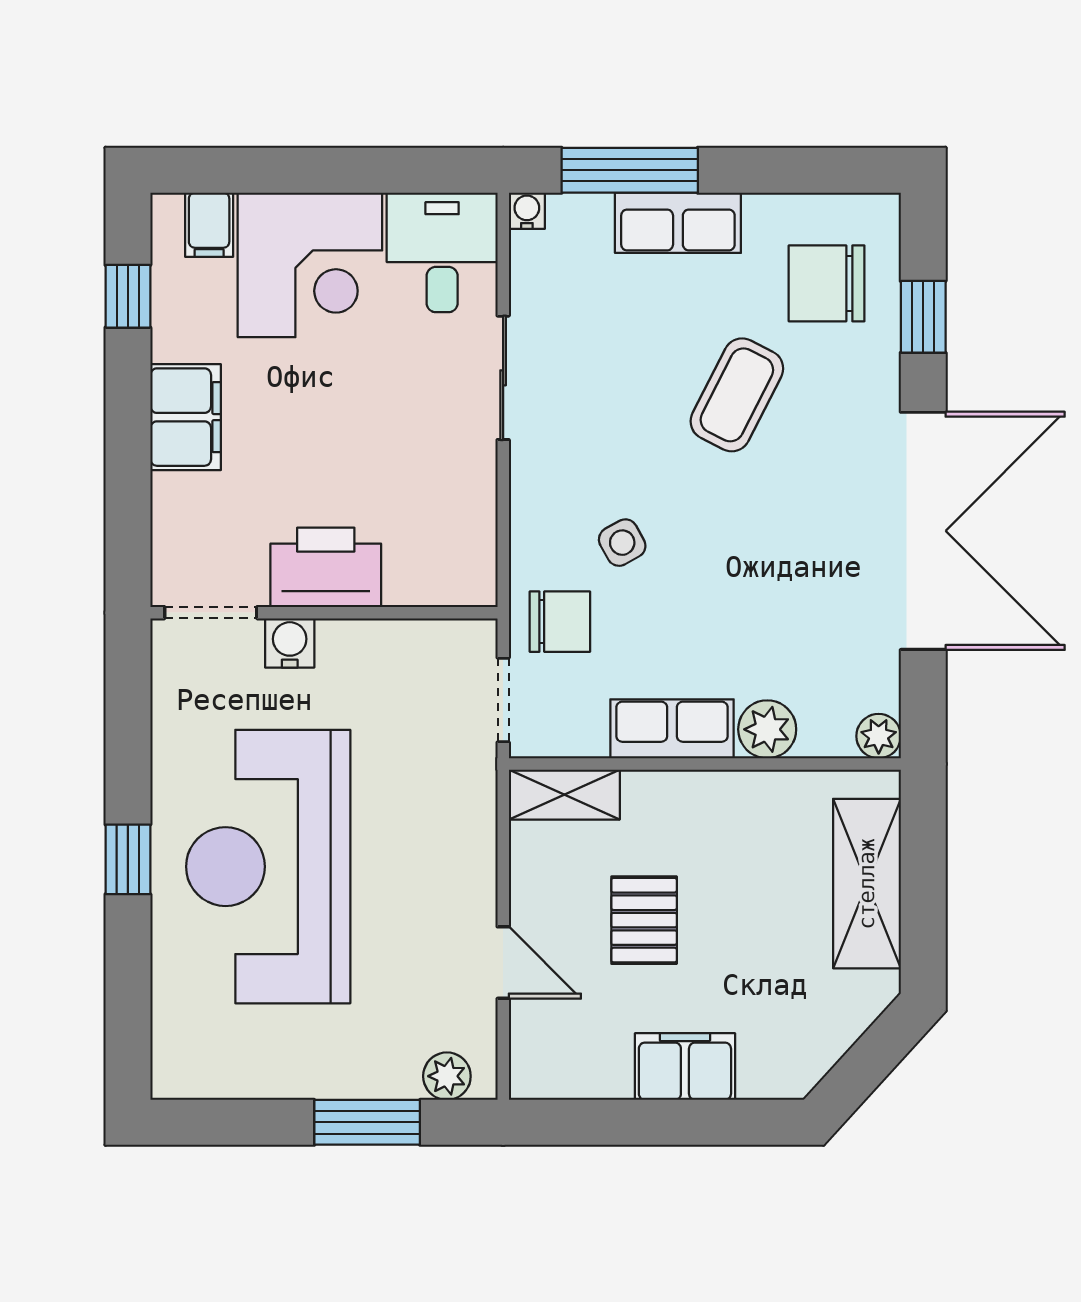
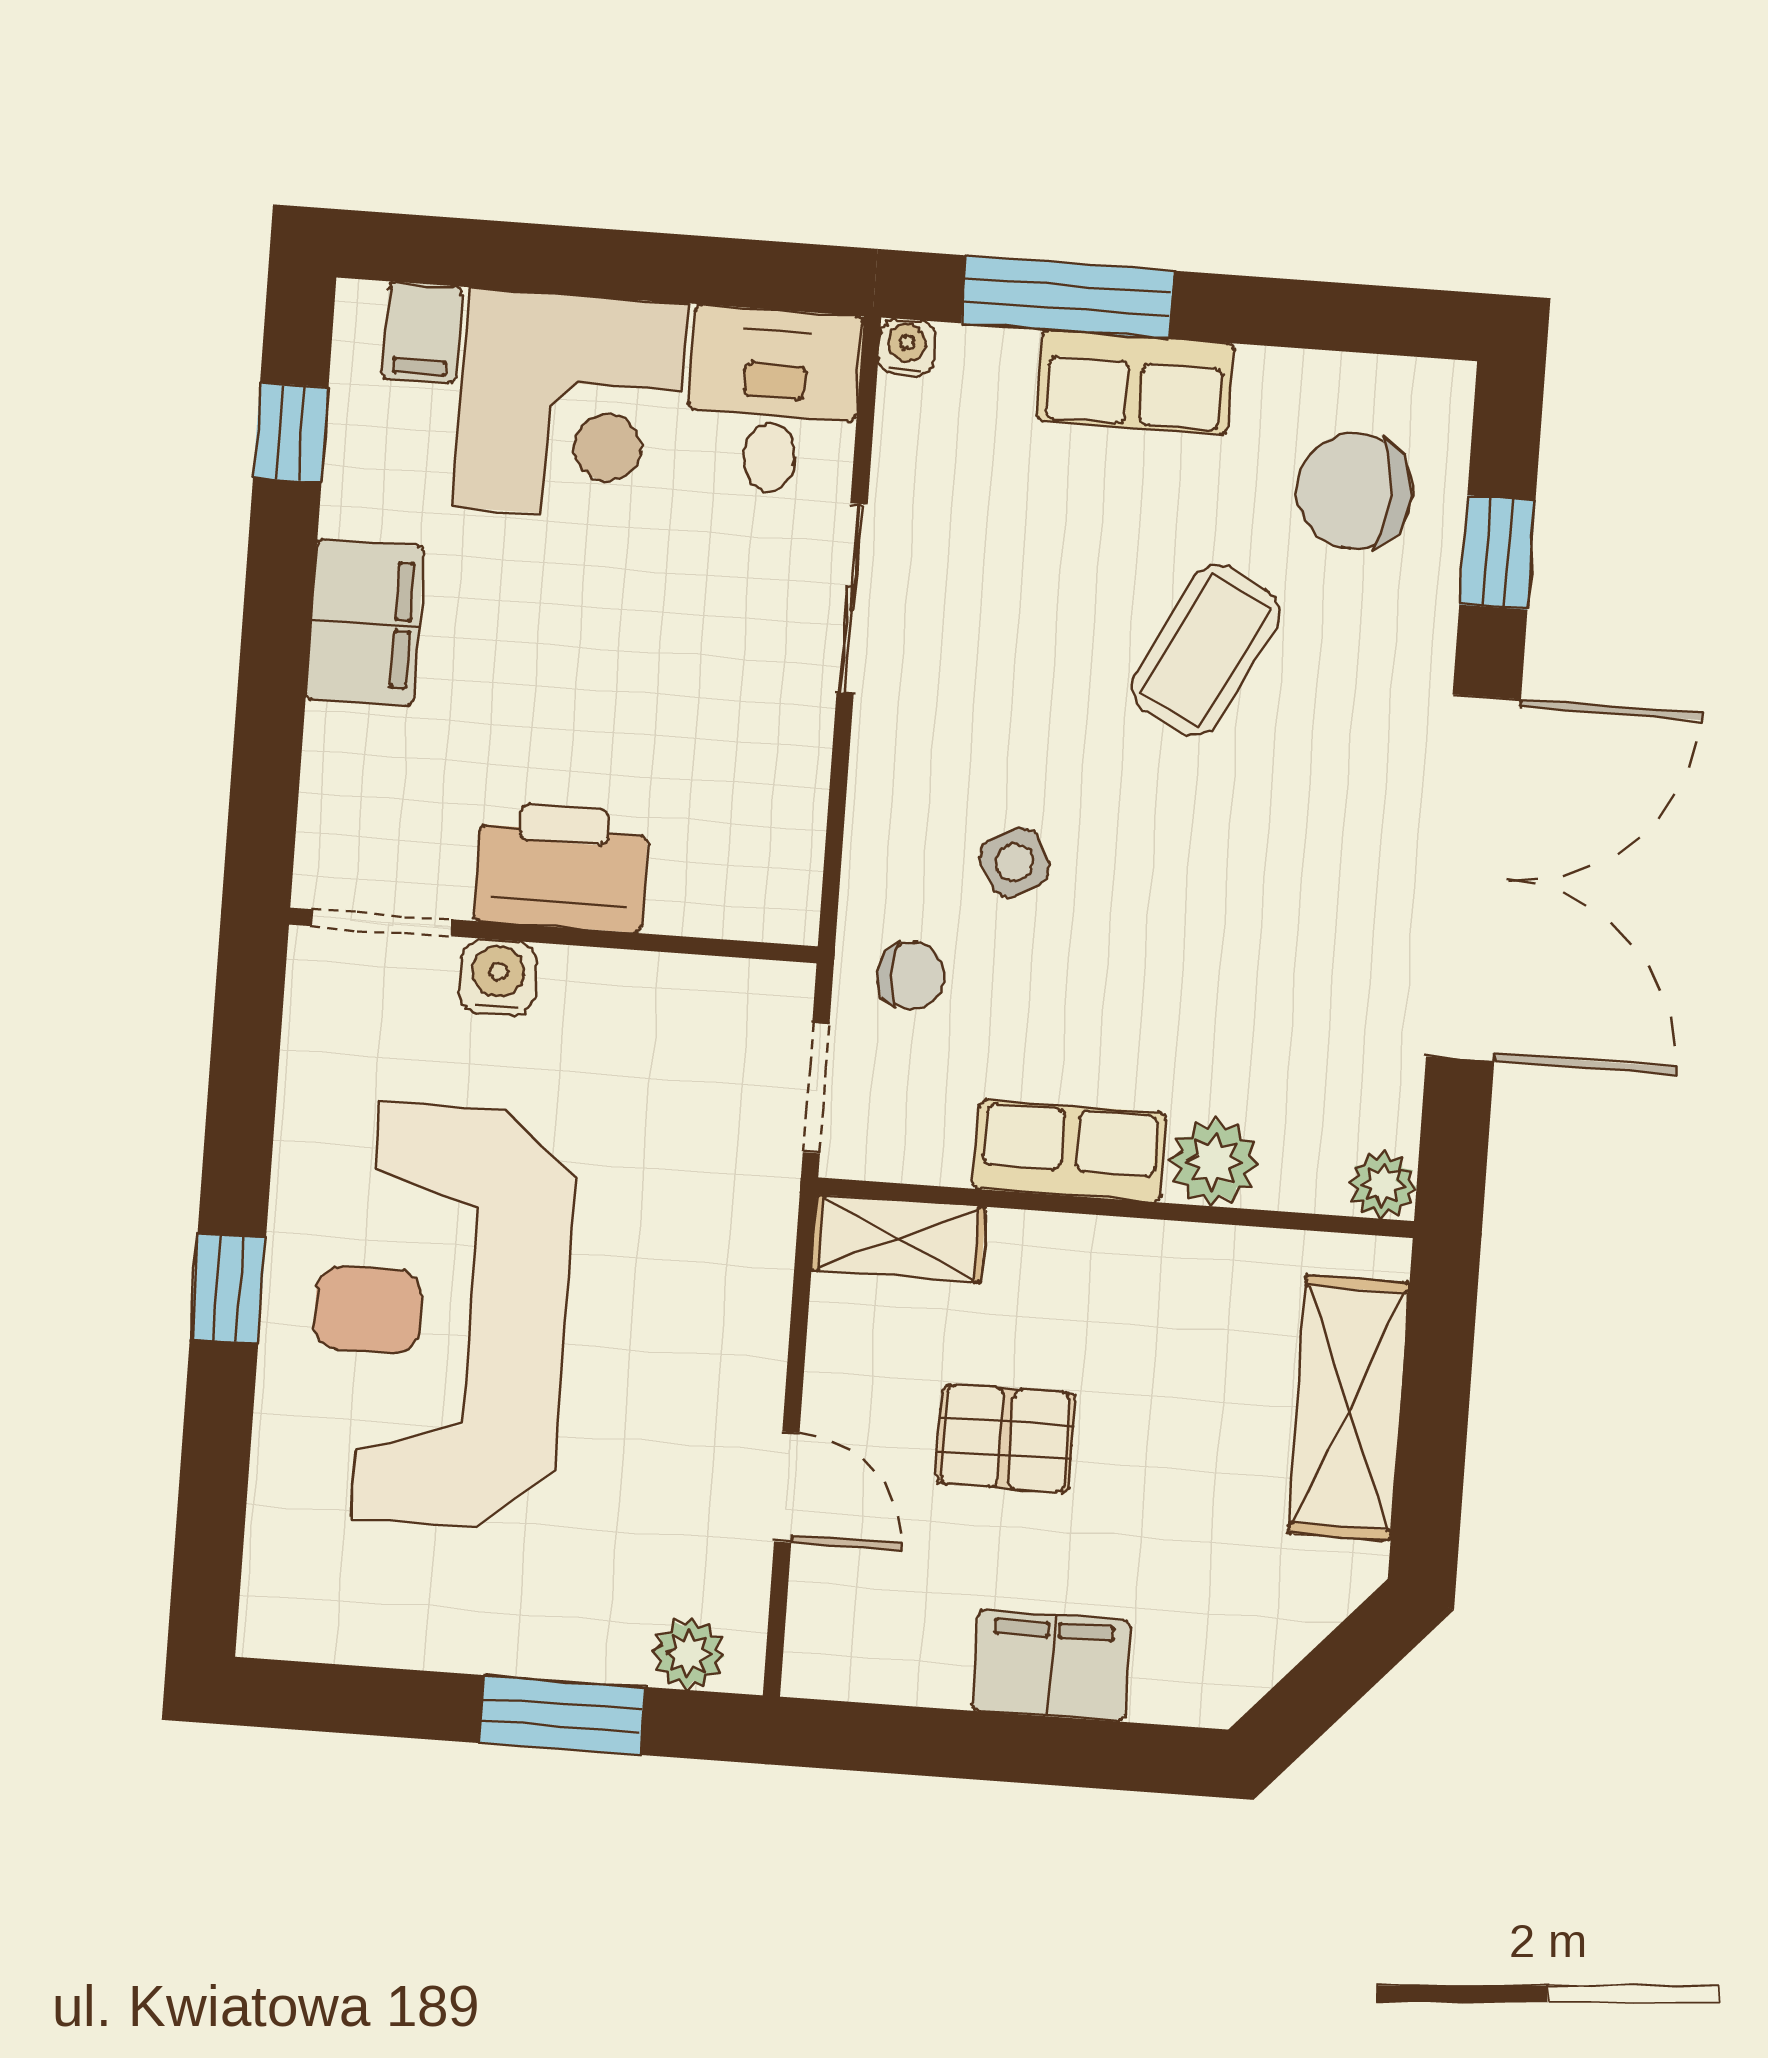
chair: (560, 622) -> (911, 975), width x0.73, depth x0.73
pallet: (644, 920) -> (1006, 1438), turned 90

